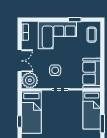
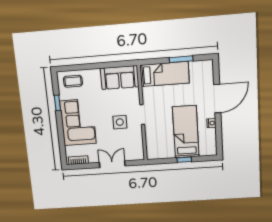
plant: (30, 80) -> (134, 151), removed
bed: (31, 112) -> (186, 132), moved, turned -90

